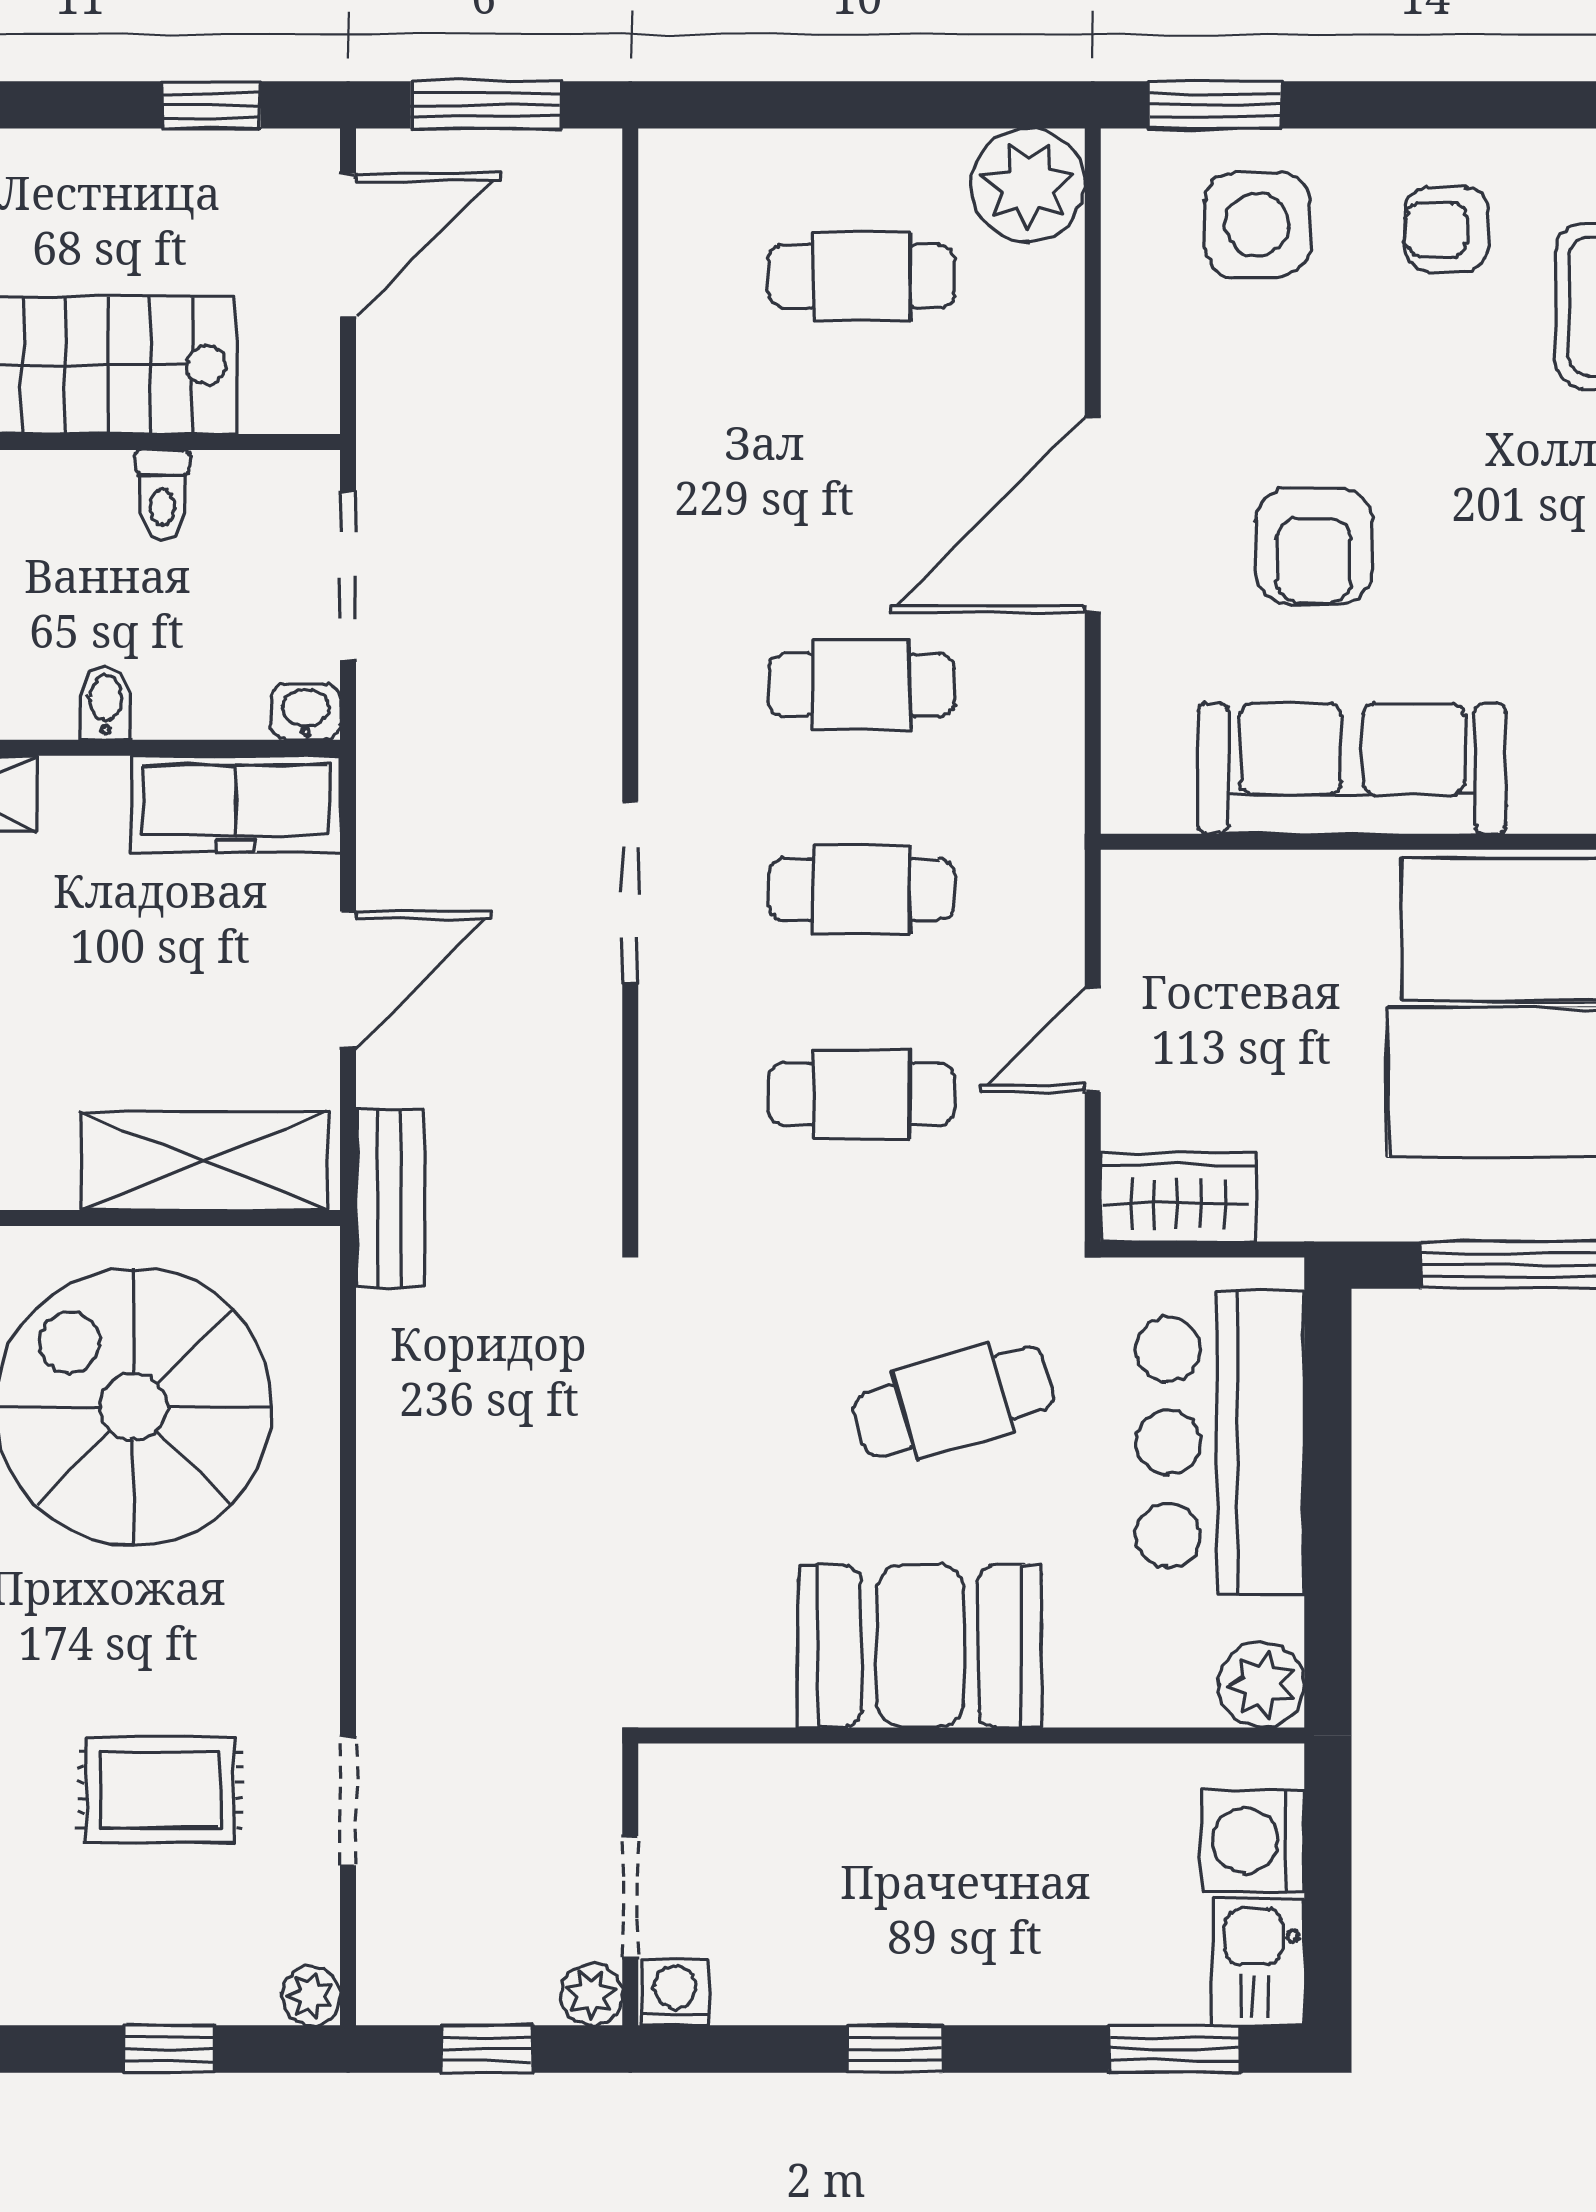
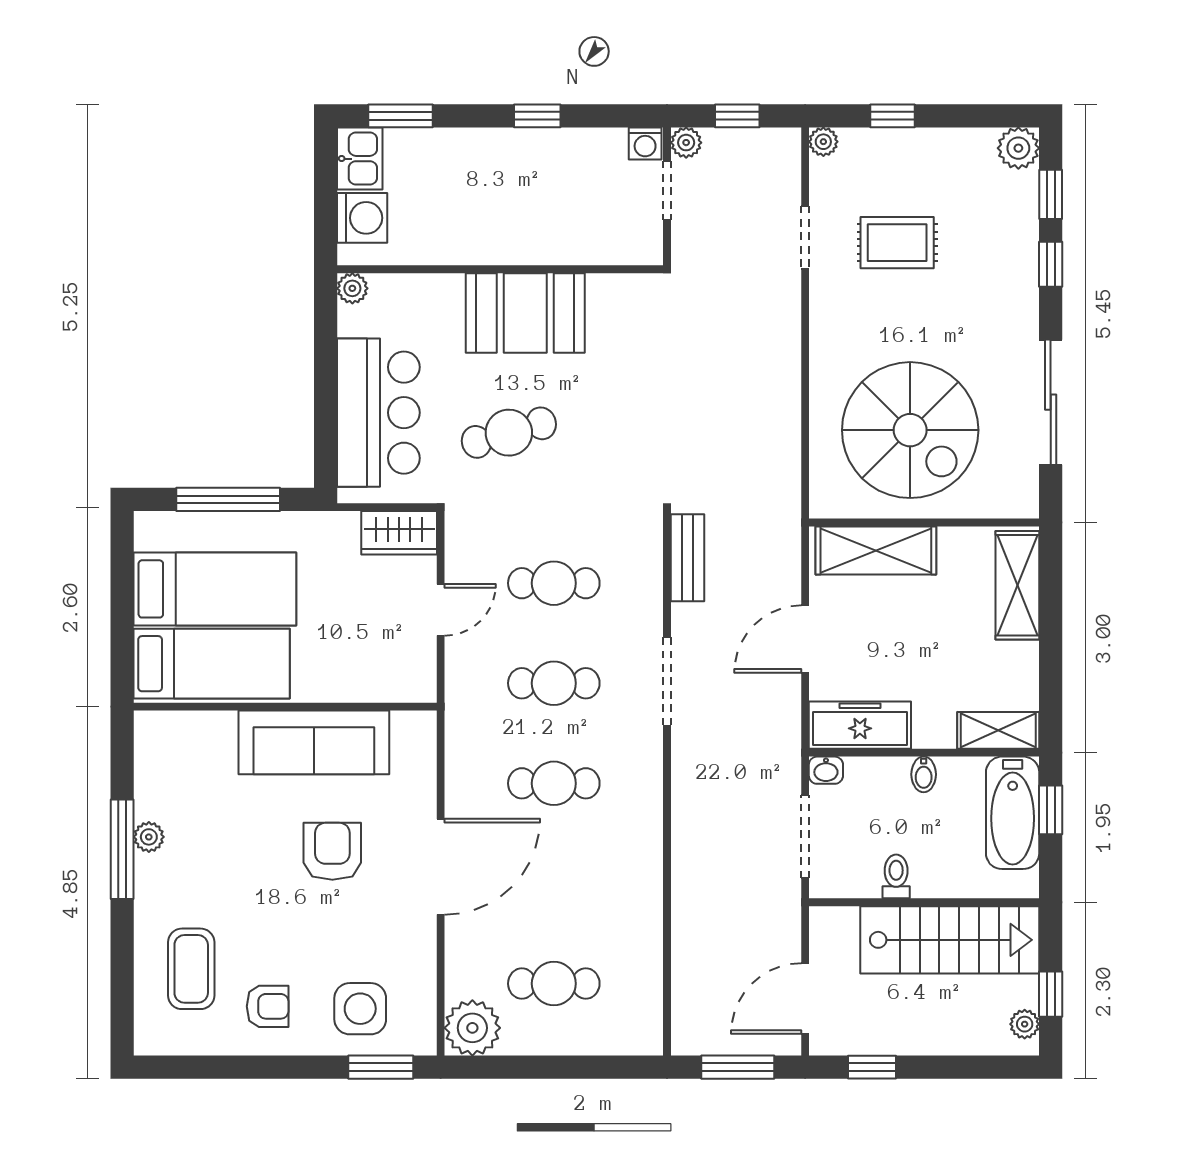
bench: (390, 1198) -> (688, 558), moved
plant: (1261, 1685) -> (352, 288), width x0.73, depth x0.73

